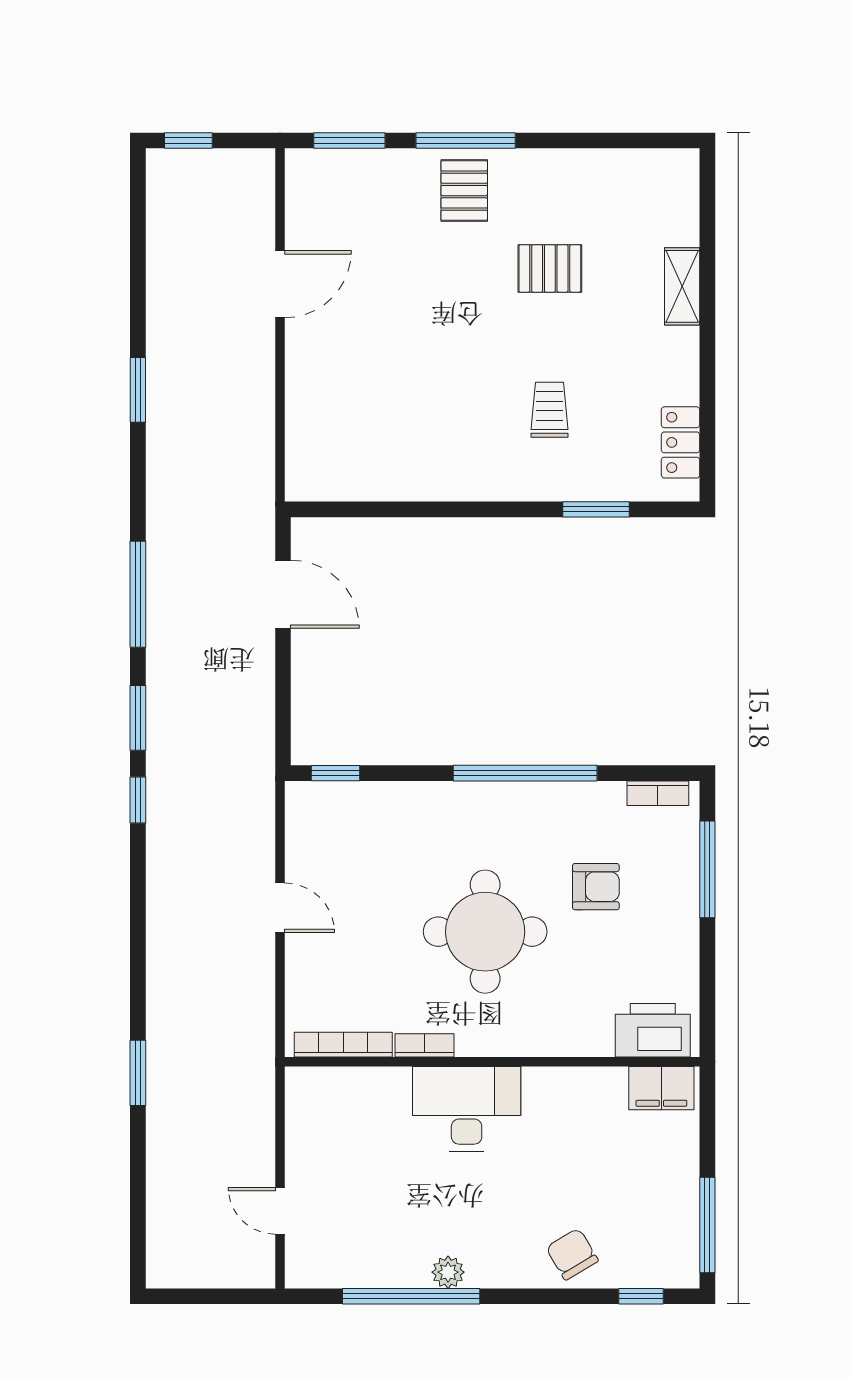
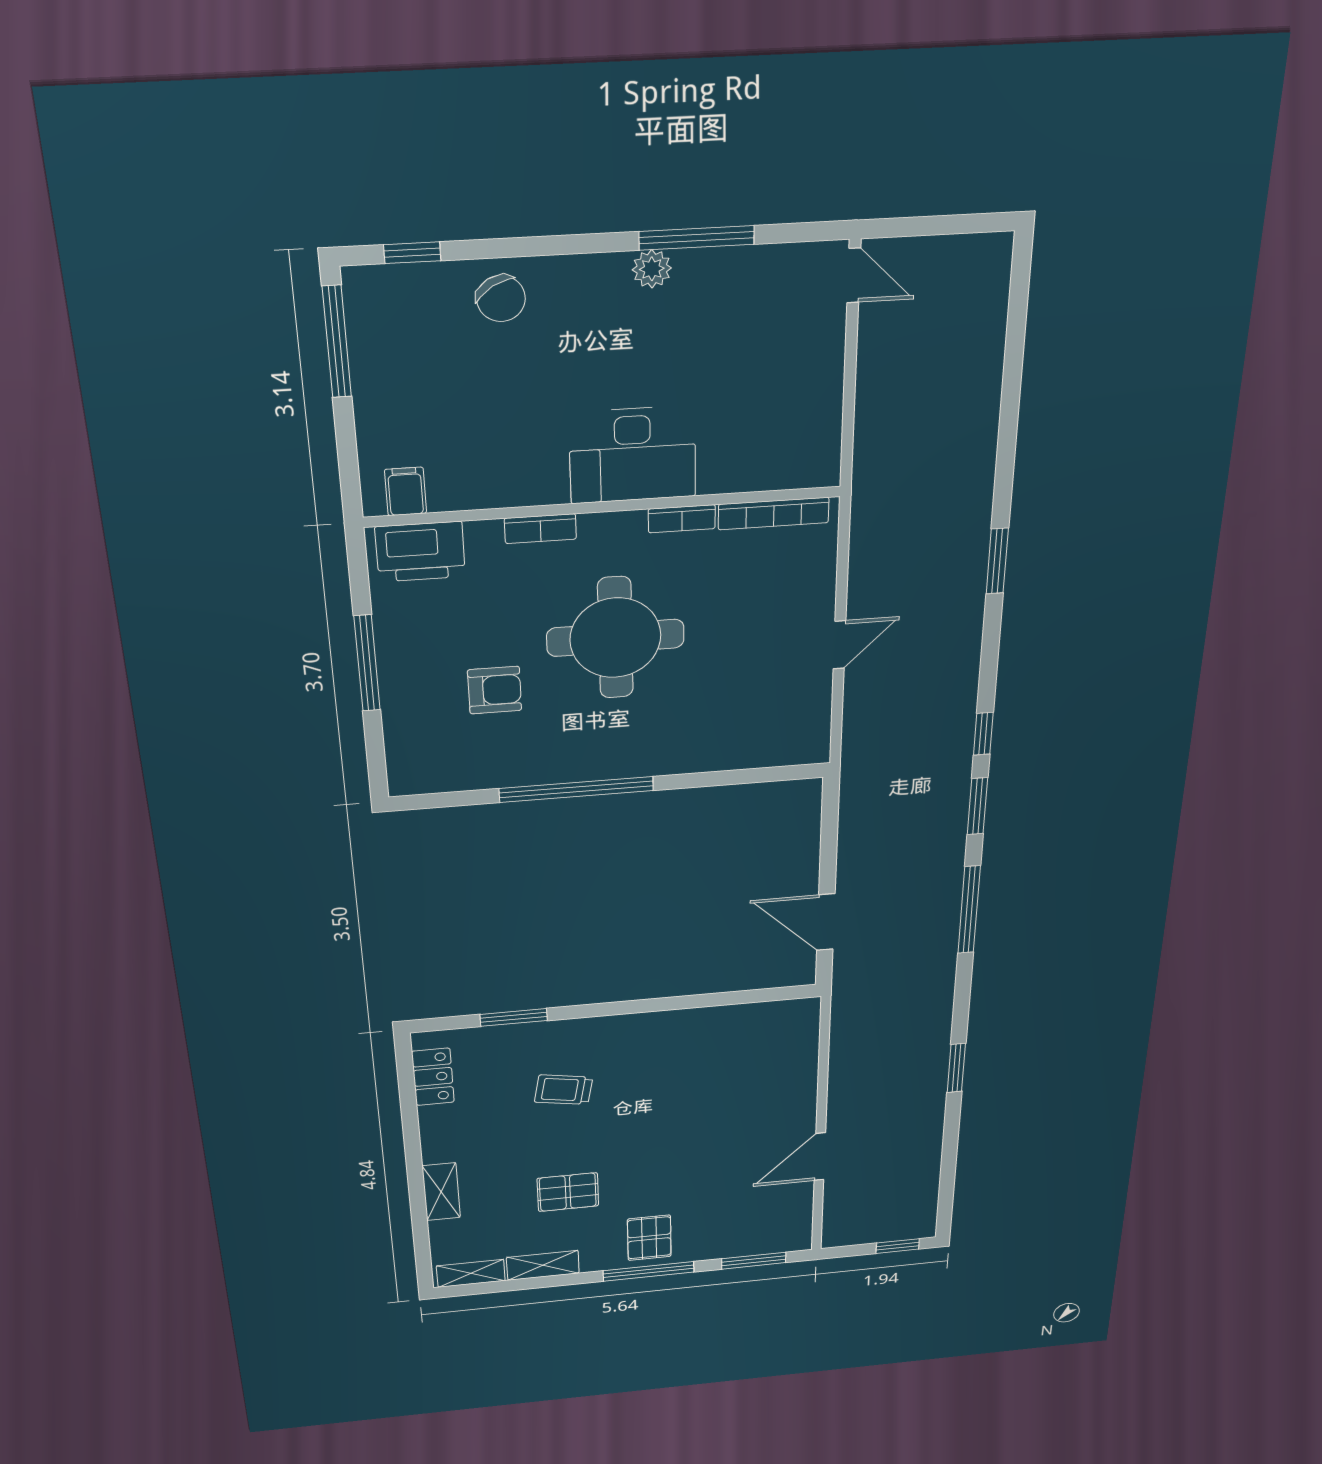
shelving: (658, 164) -> (471, 1273), added
shelving: (580, 166) -> (543, 1265), added
trolley: (550, 410) -> (564, 1090), turned 100
window: (335, 773) -> (777, 774), removed
bookcase: (658, 793) -> (540, 529), moved, turned 180
window: (707, 869) -> (367, 663), moved
armchair: (596, 887) -> (495, 690), turned 180
door: (280, 908) -> (840, 645), swing flipped
window: (138, 1073) -> (997, 561), moved
filing cabinet: (661, 1088) -> (406, 491), width x0.50
door: (280, 1211) -> (854, 275), moved
window: (411, 1296) -> (697, 238), width x0.68

